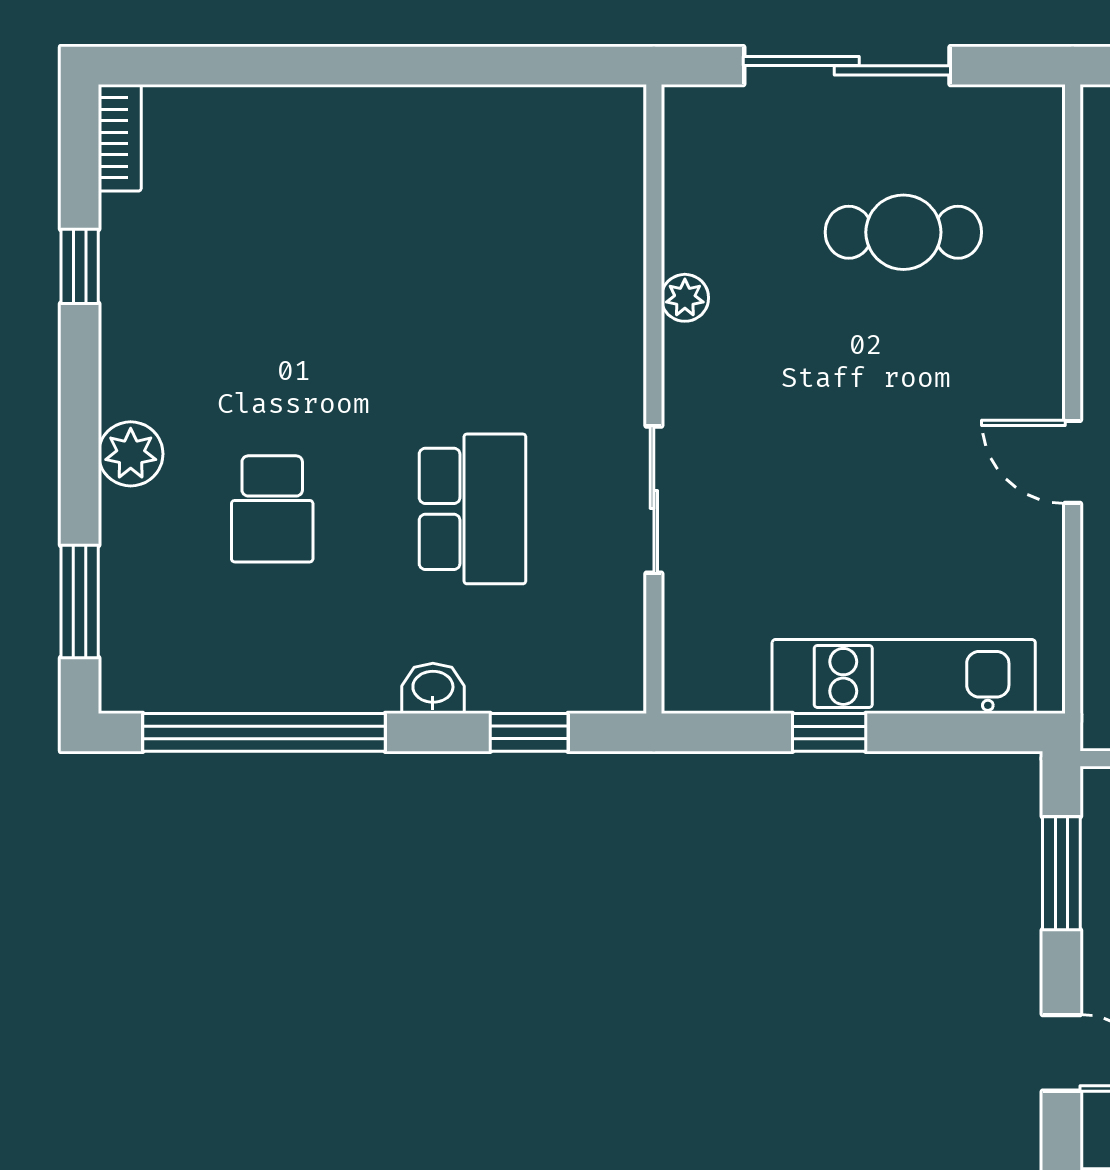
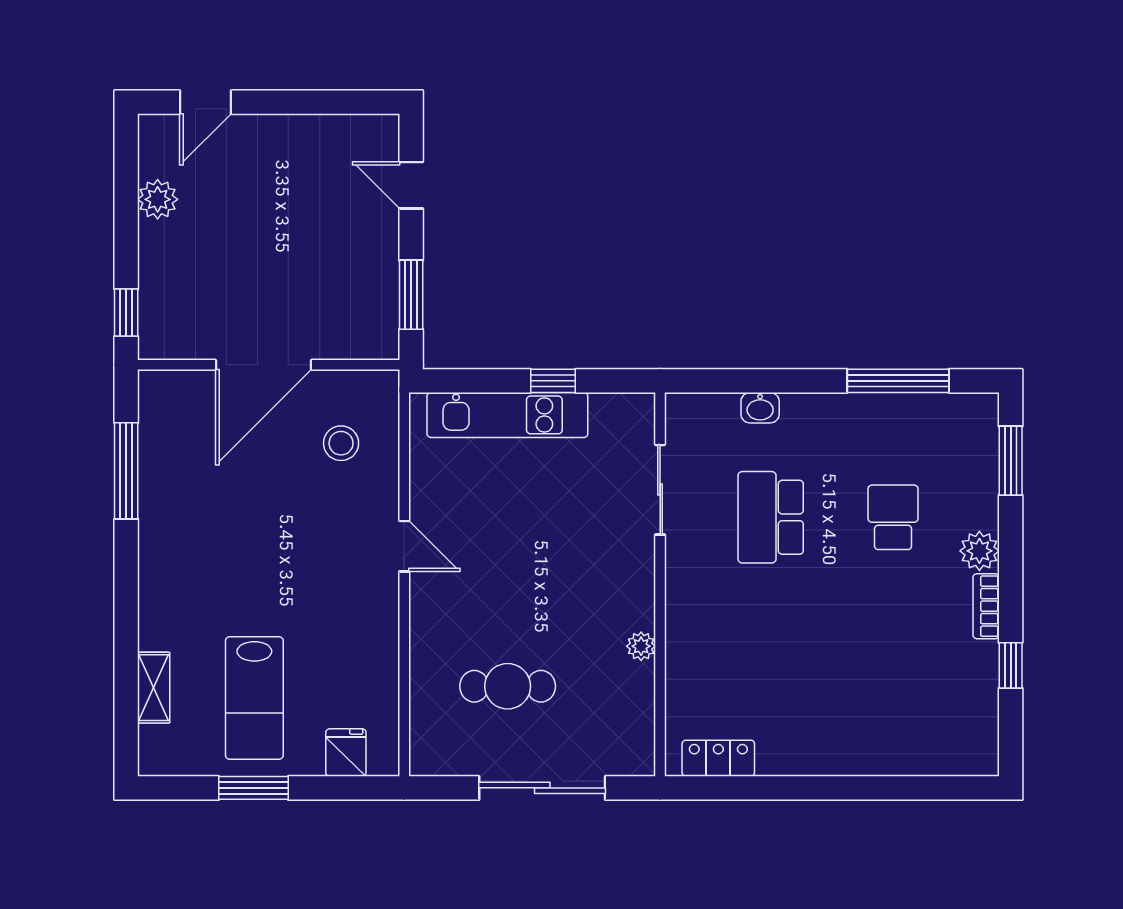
locker: (558, 114) -> (718, 758), added
bookcase: (120, 138) -> (986, 606), moved
sliding door: (654, 500) -> (660, 490), moved
washbasin: (433, 688) -> (760, 408), moved
window: (264, 732) -> (898, 381), width x0.68
window: (529, 732) -> (736, 381), removed

